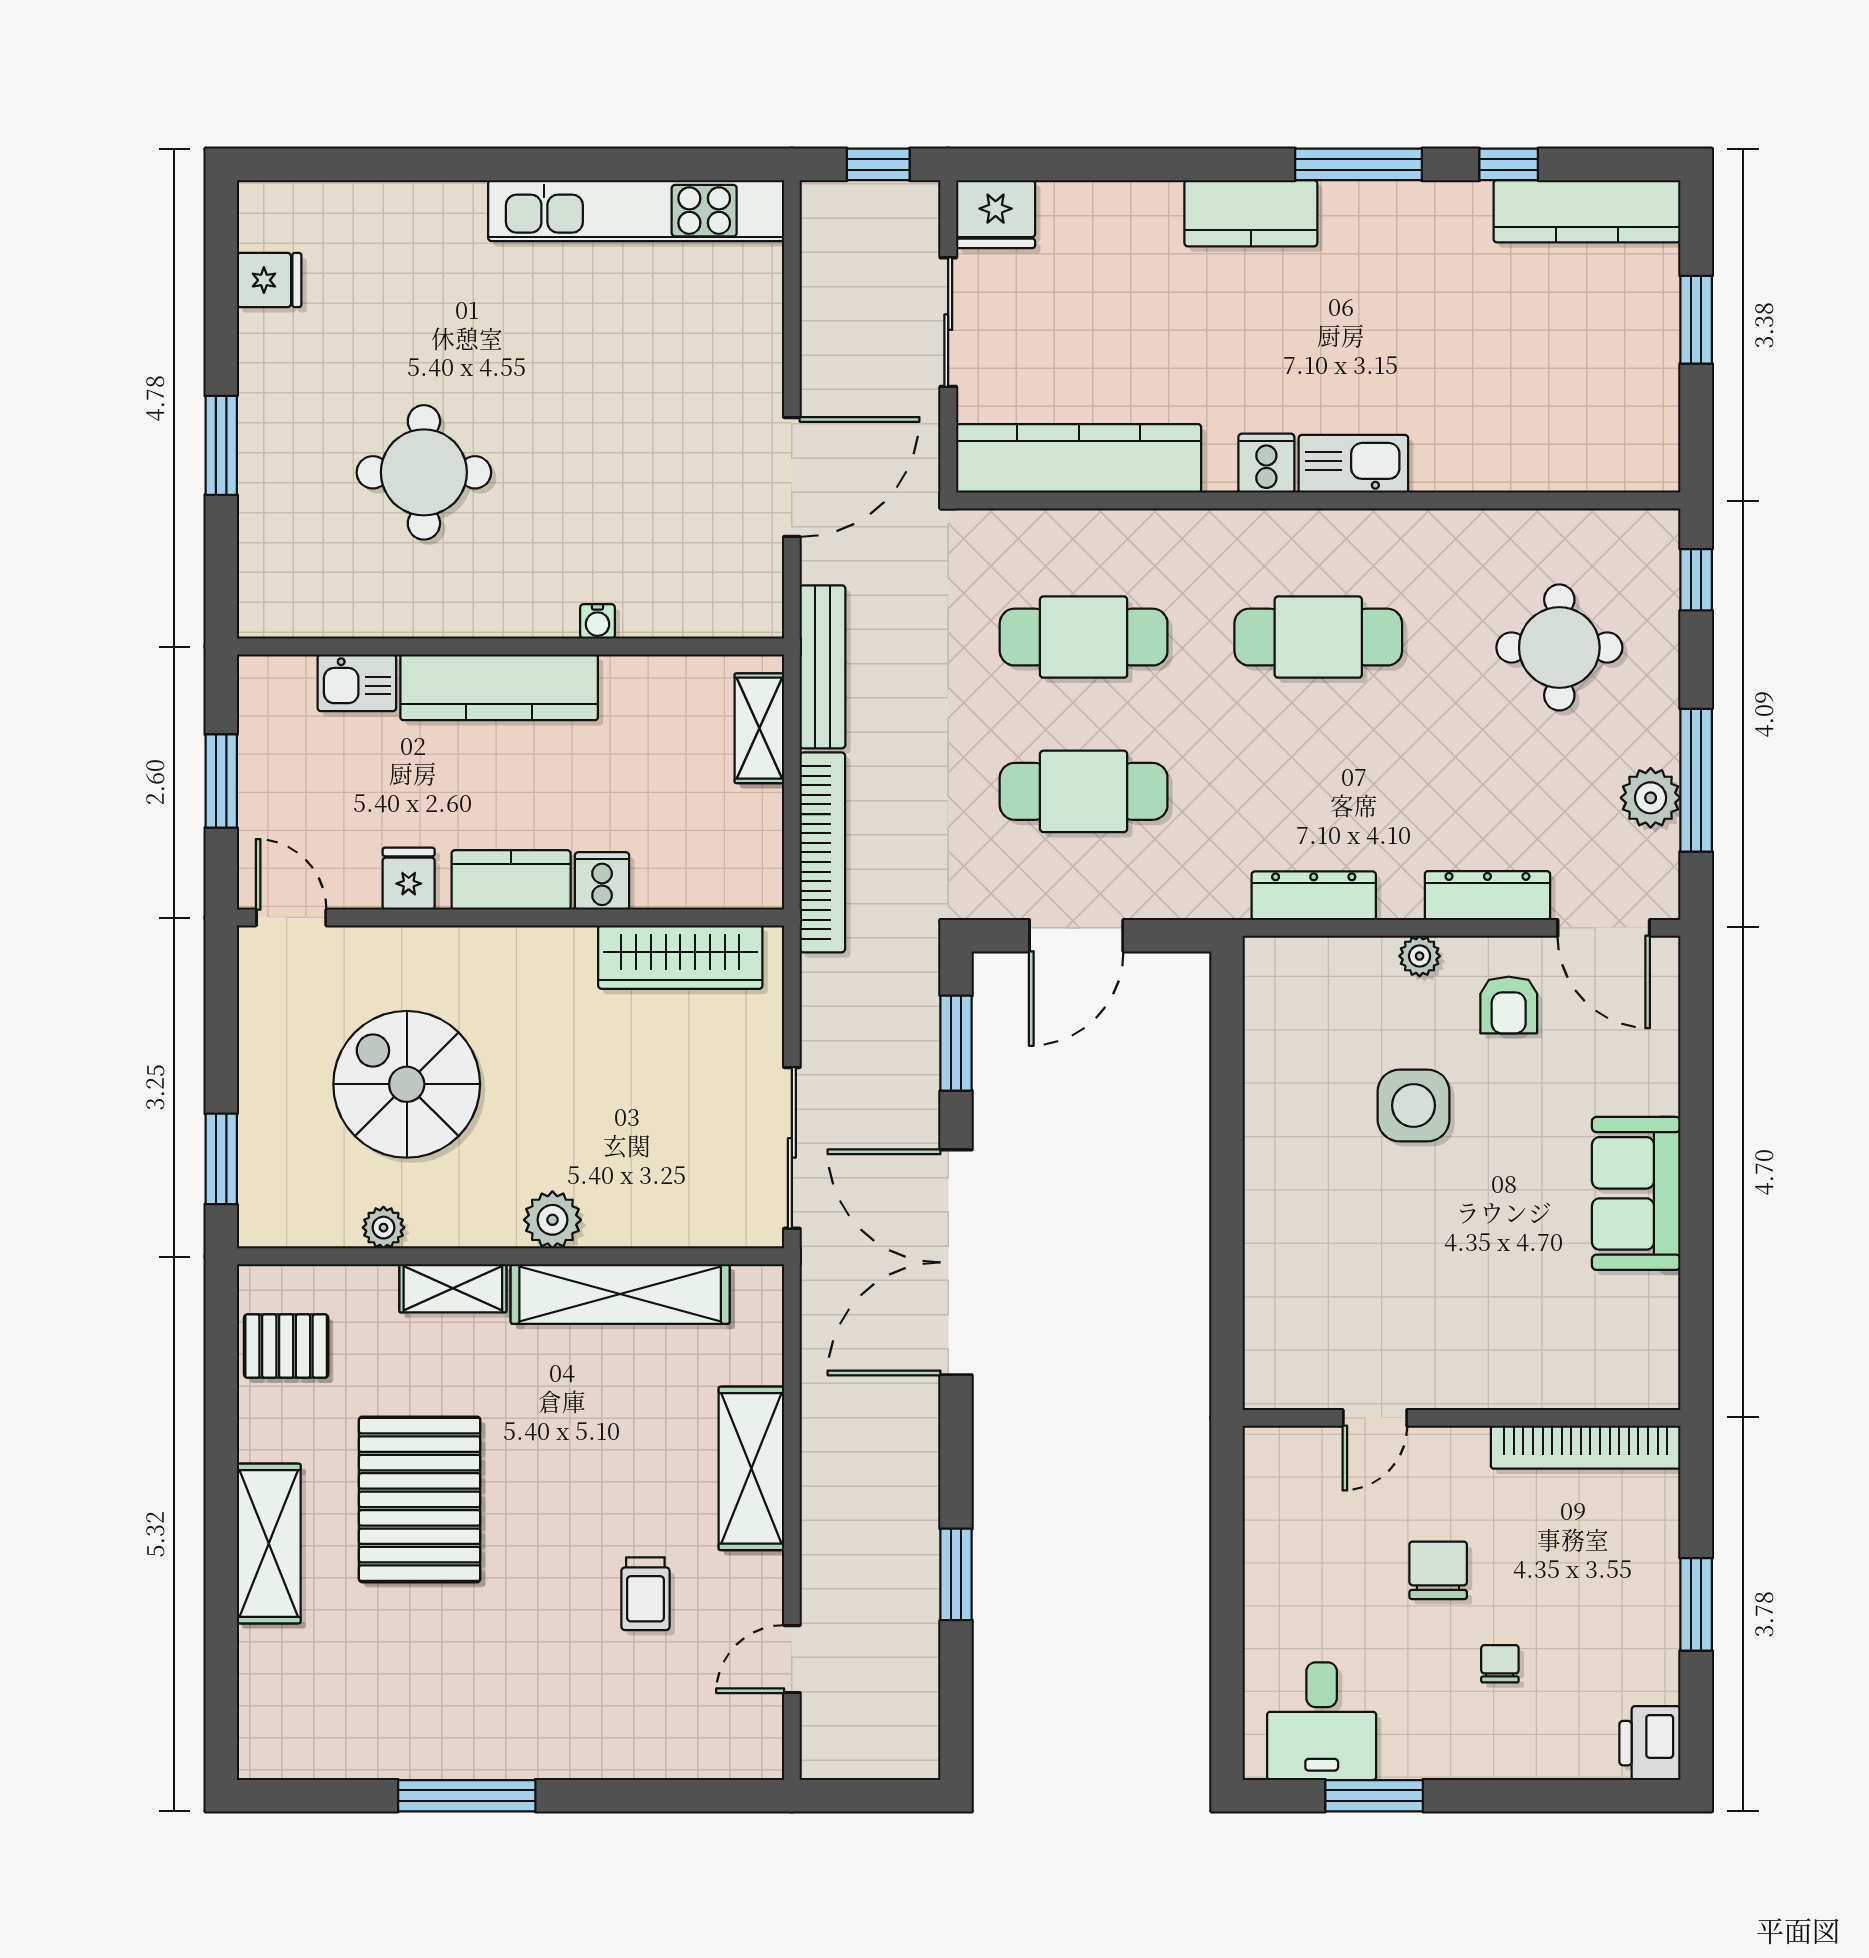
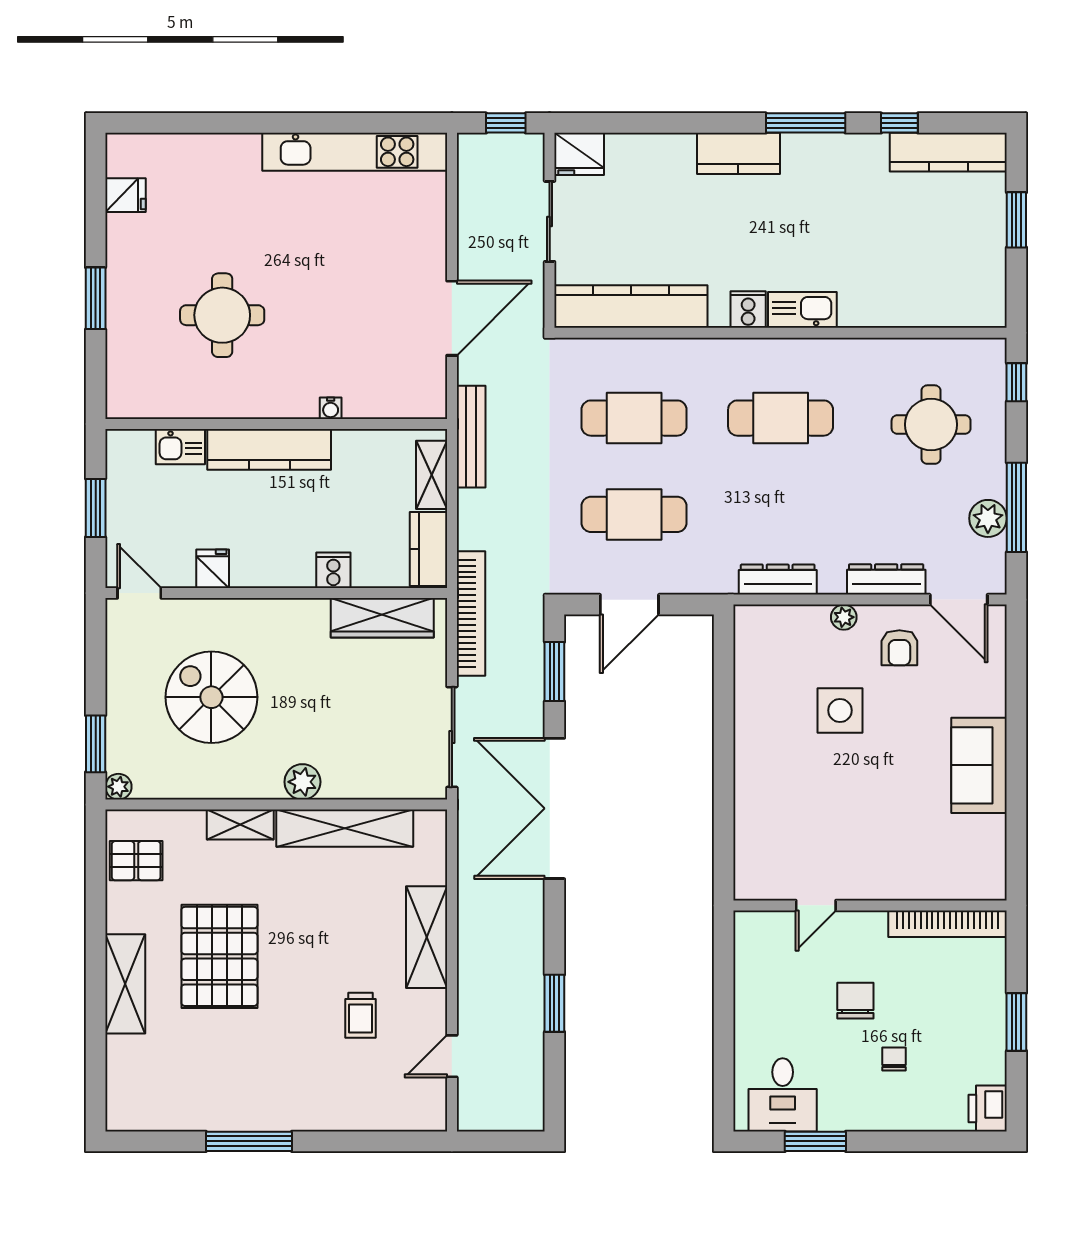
bookcase: (822, 852) -> (471, 613), moved
kitchen counter: (511, 880) -> (428, 549), moved, turned -90
plant: (383, 1228) -> (118, 787), moved

